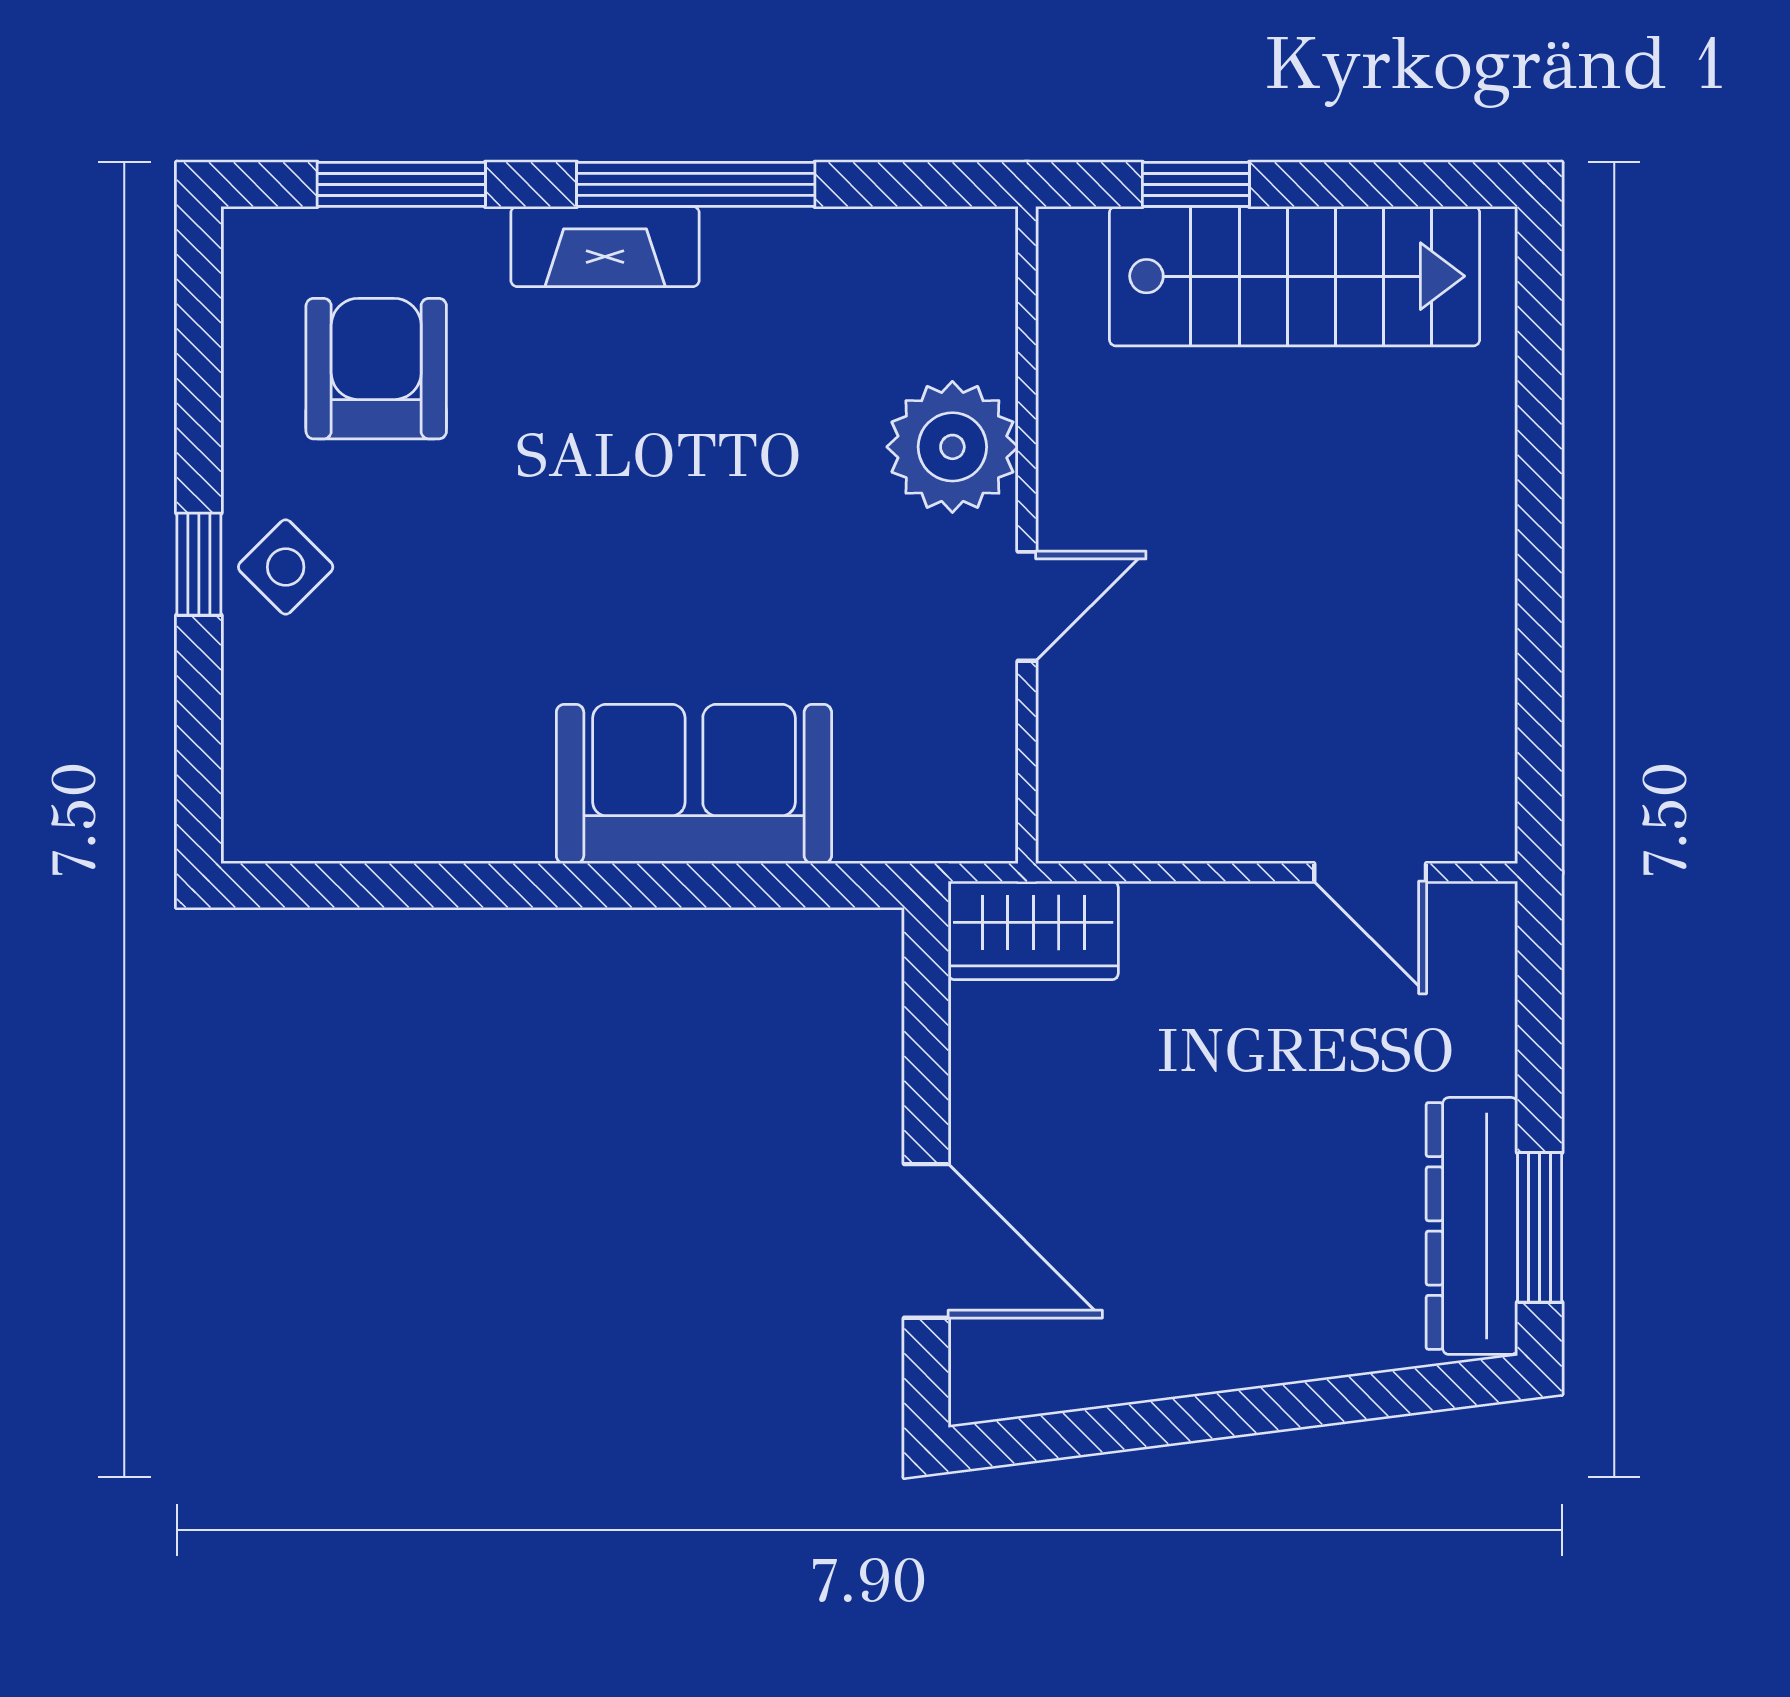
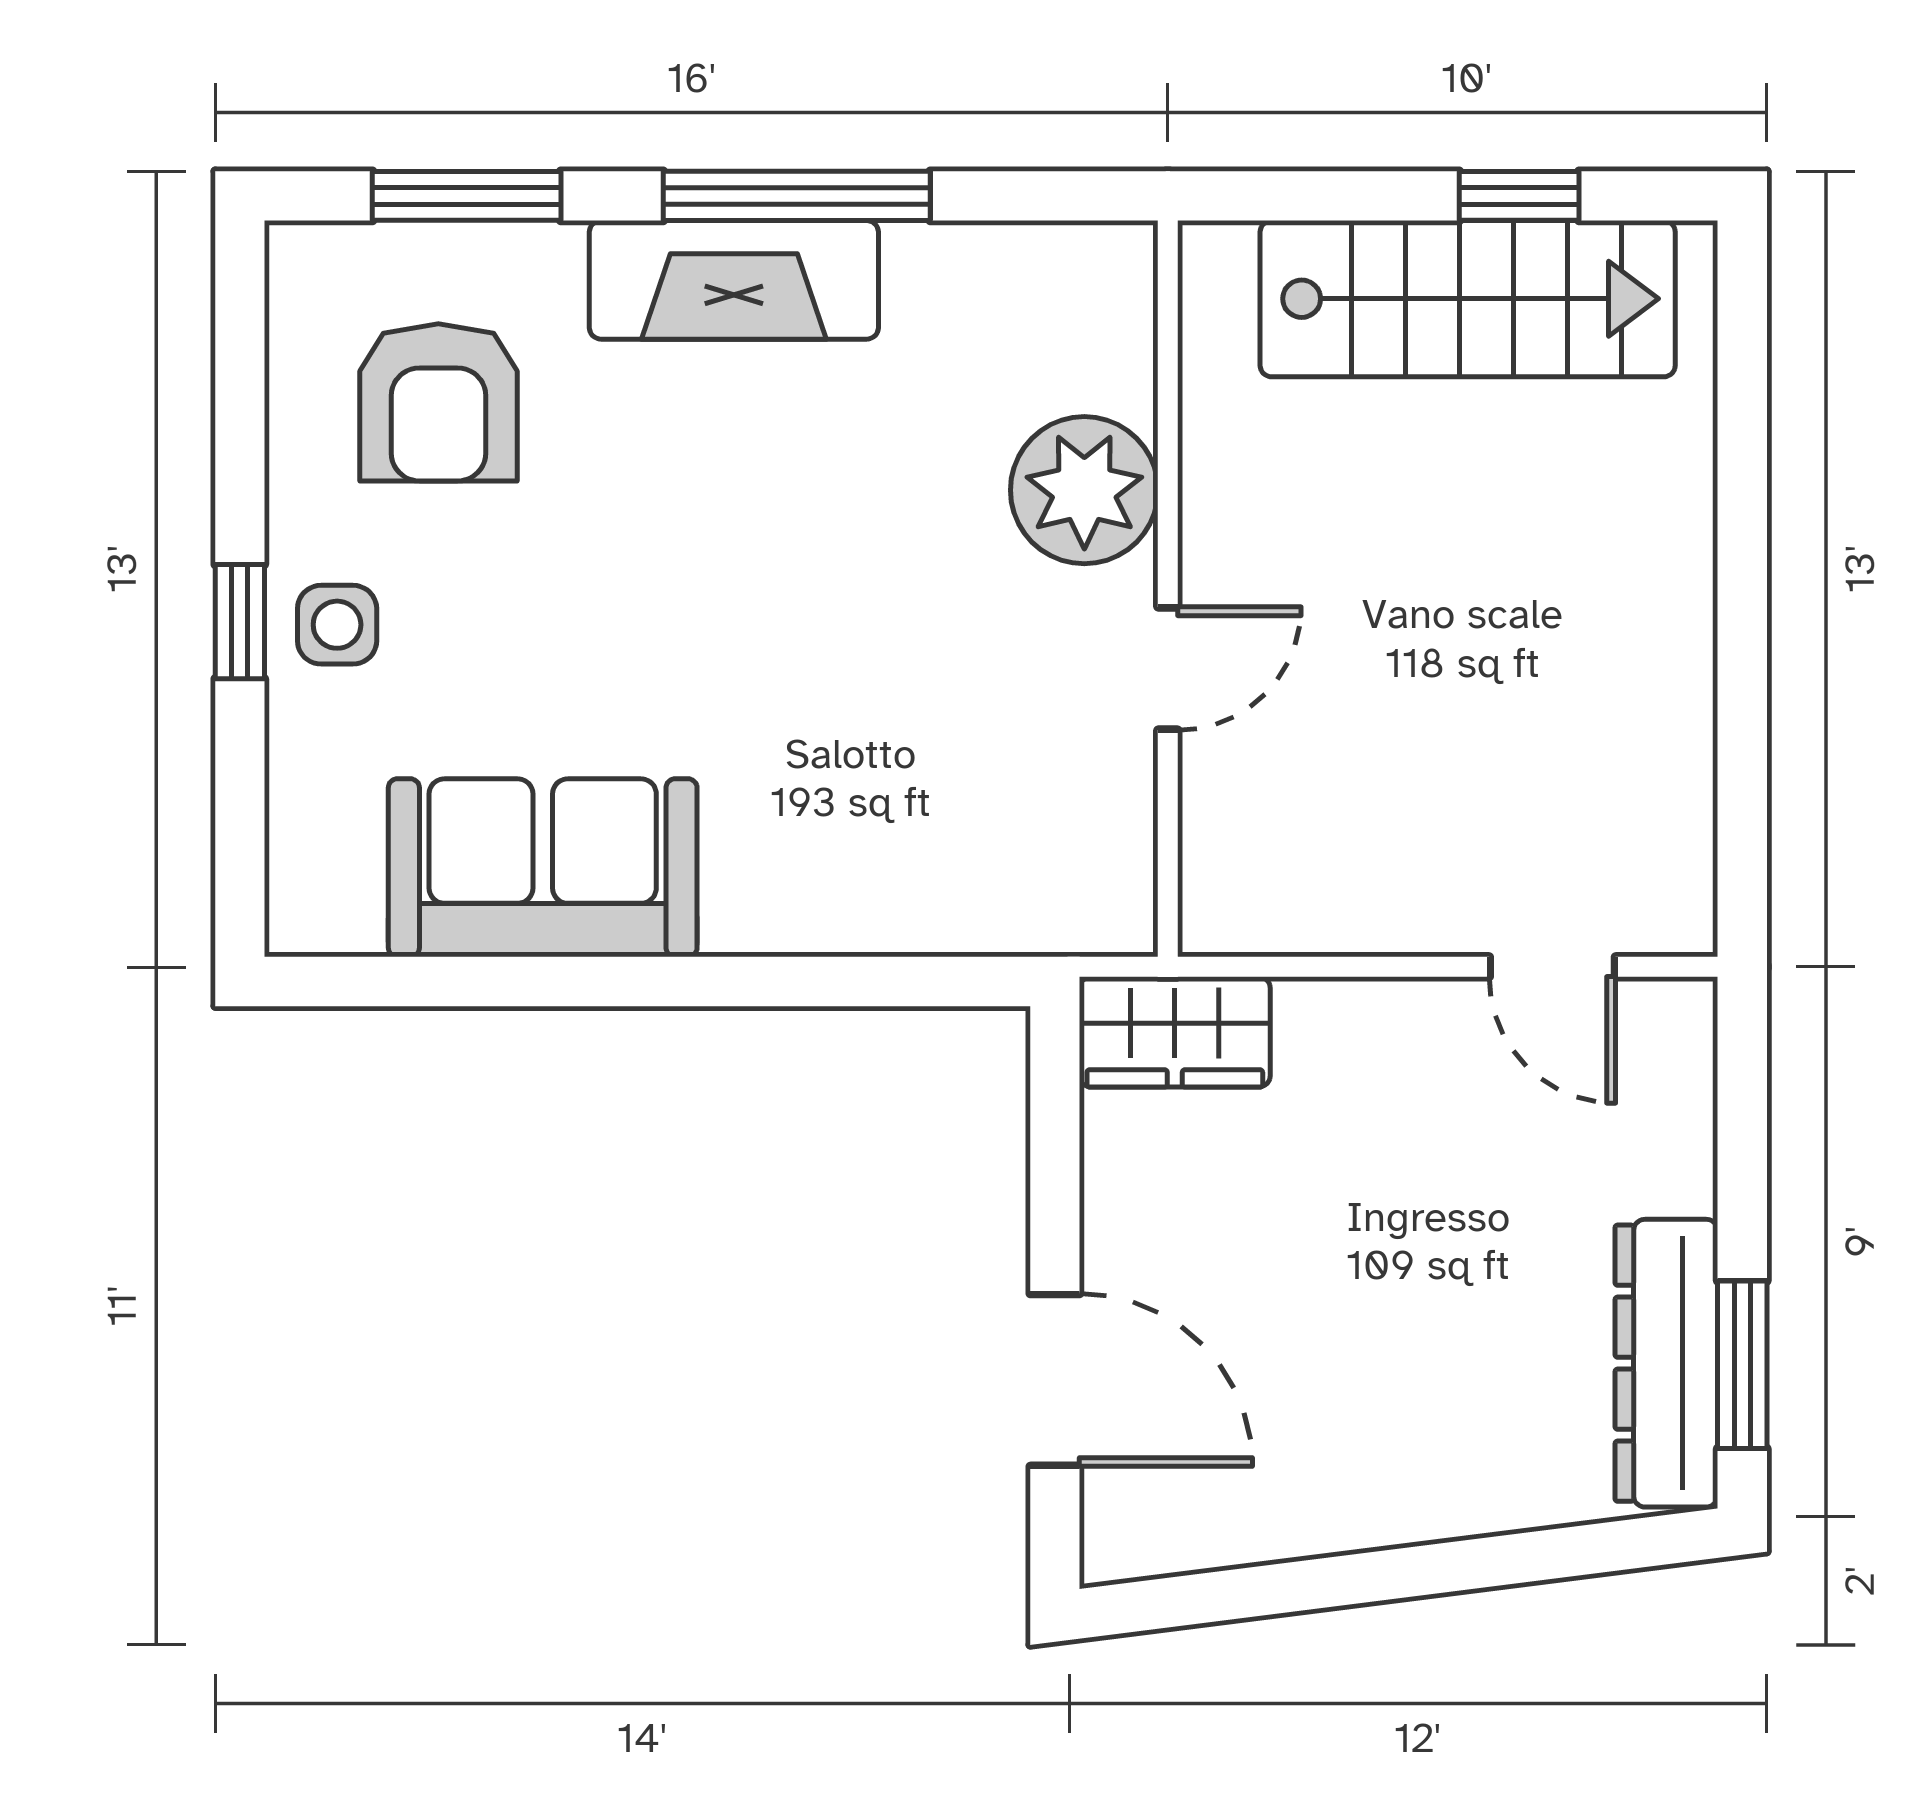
window: (1196, 184) -> (1519, 196), moved
fireplace: (605, 246) -> (734, 280), width x1.37, depth x1.32
armchair: (376, 369) -> (438, 402), turned 180
side table: (286, 567) -> (337, 625), turned 45
sofa: (694, 784) -> (543, 868), moved

